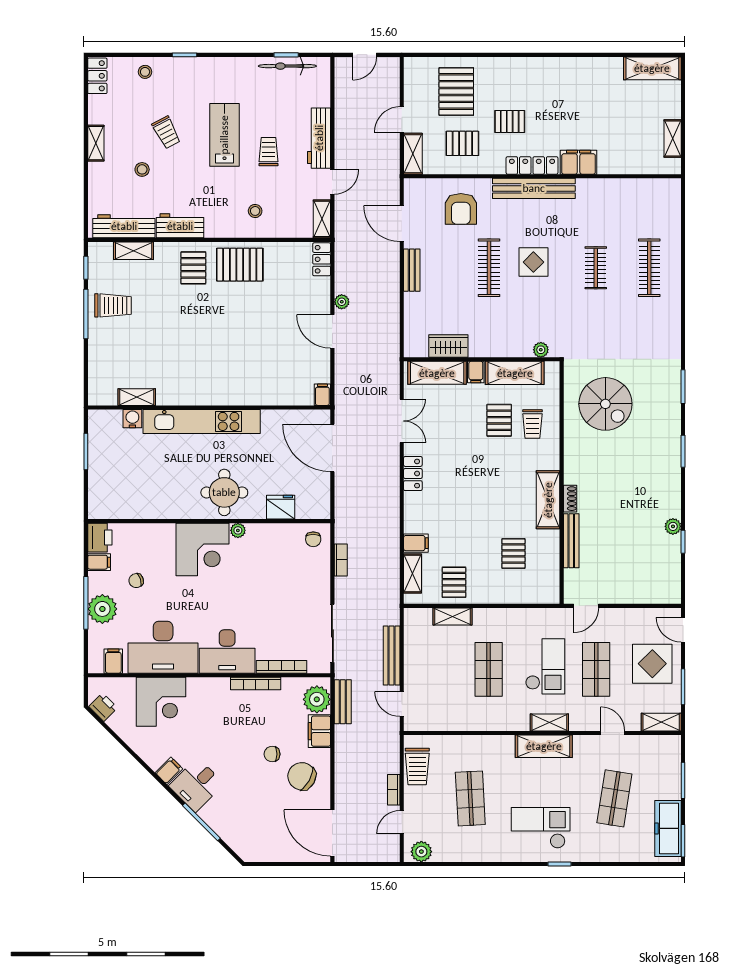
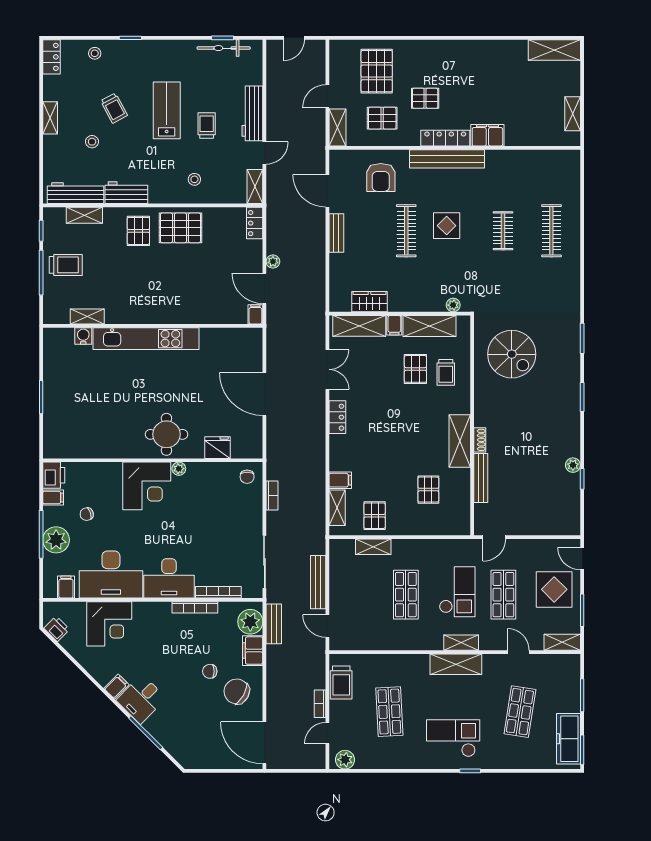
filing cabinet: (322, 395) -> (255, 314), moved
shelving: (137, 397) -> (87, 317), moved
wall: (209, 407) -> (153, 326), moved
water cooler: (132, 419) -> (83, 336), moved
kitchen unit: (202, 421) -> (146, 339), moved

